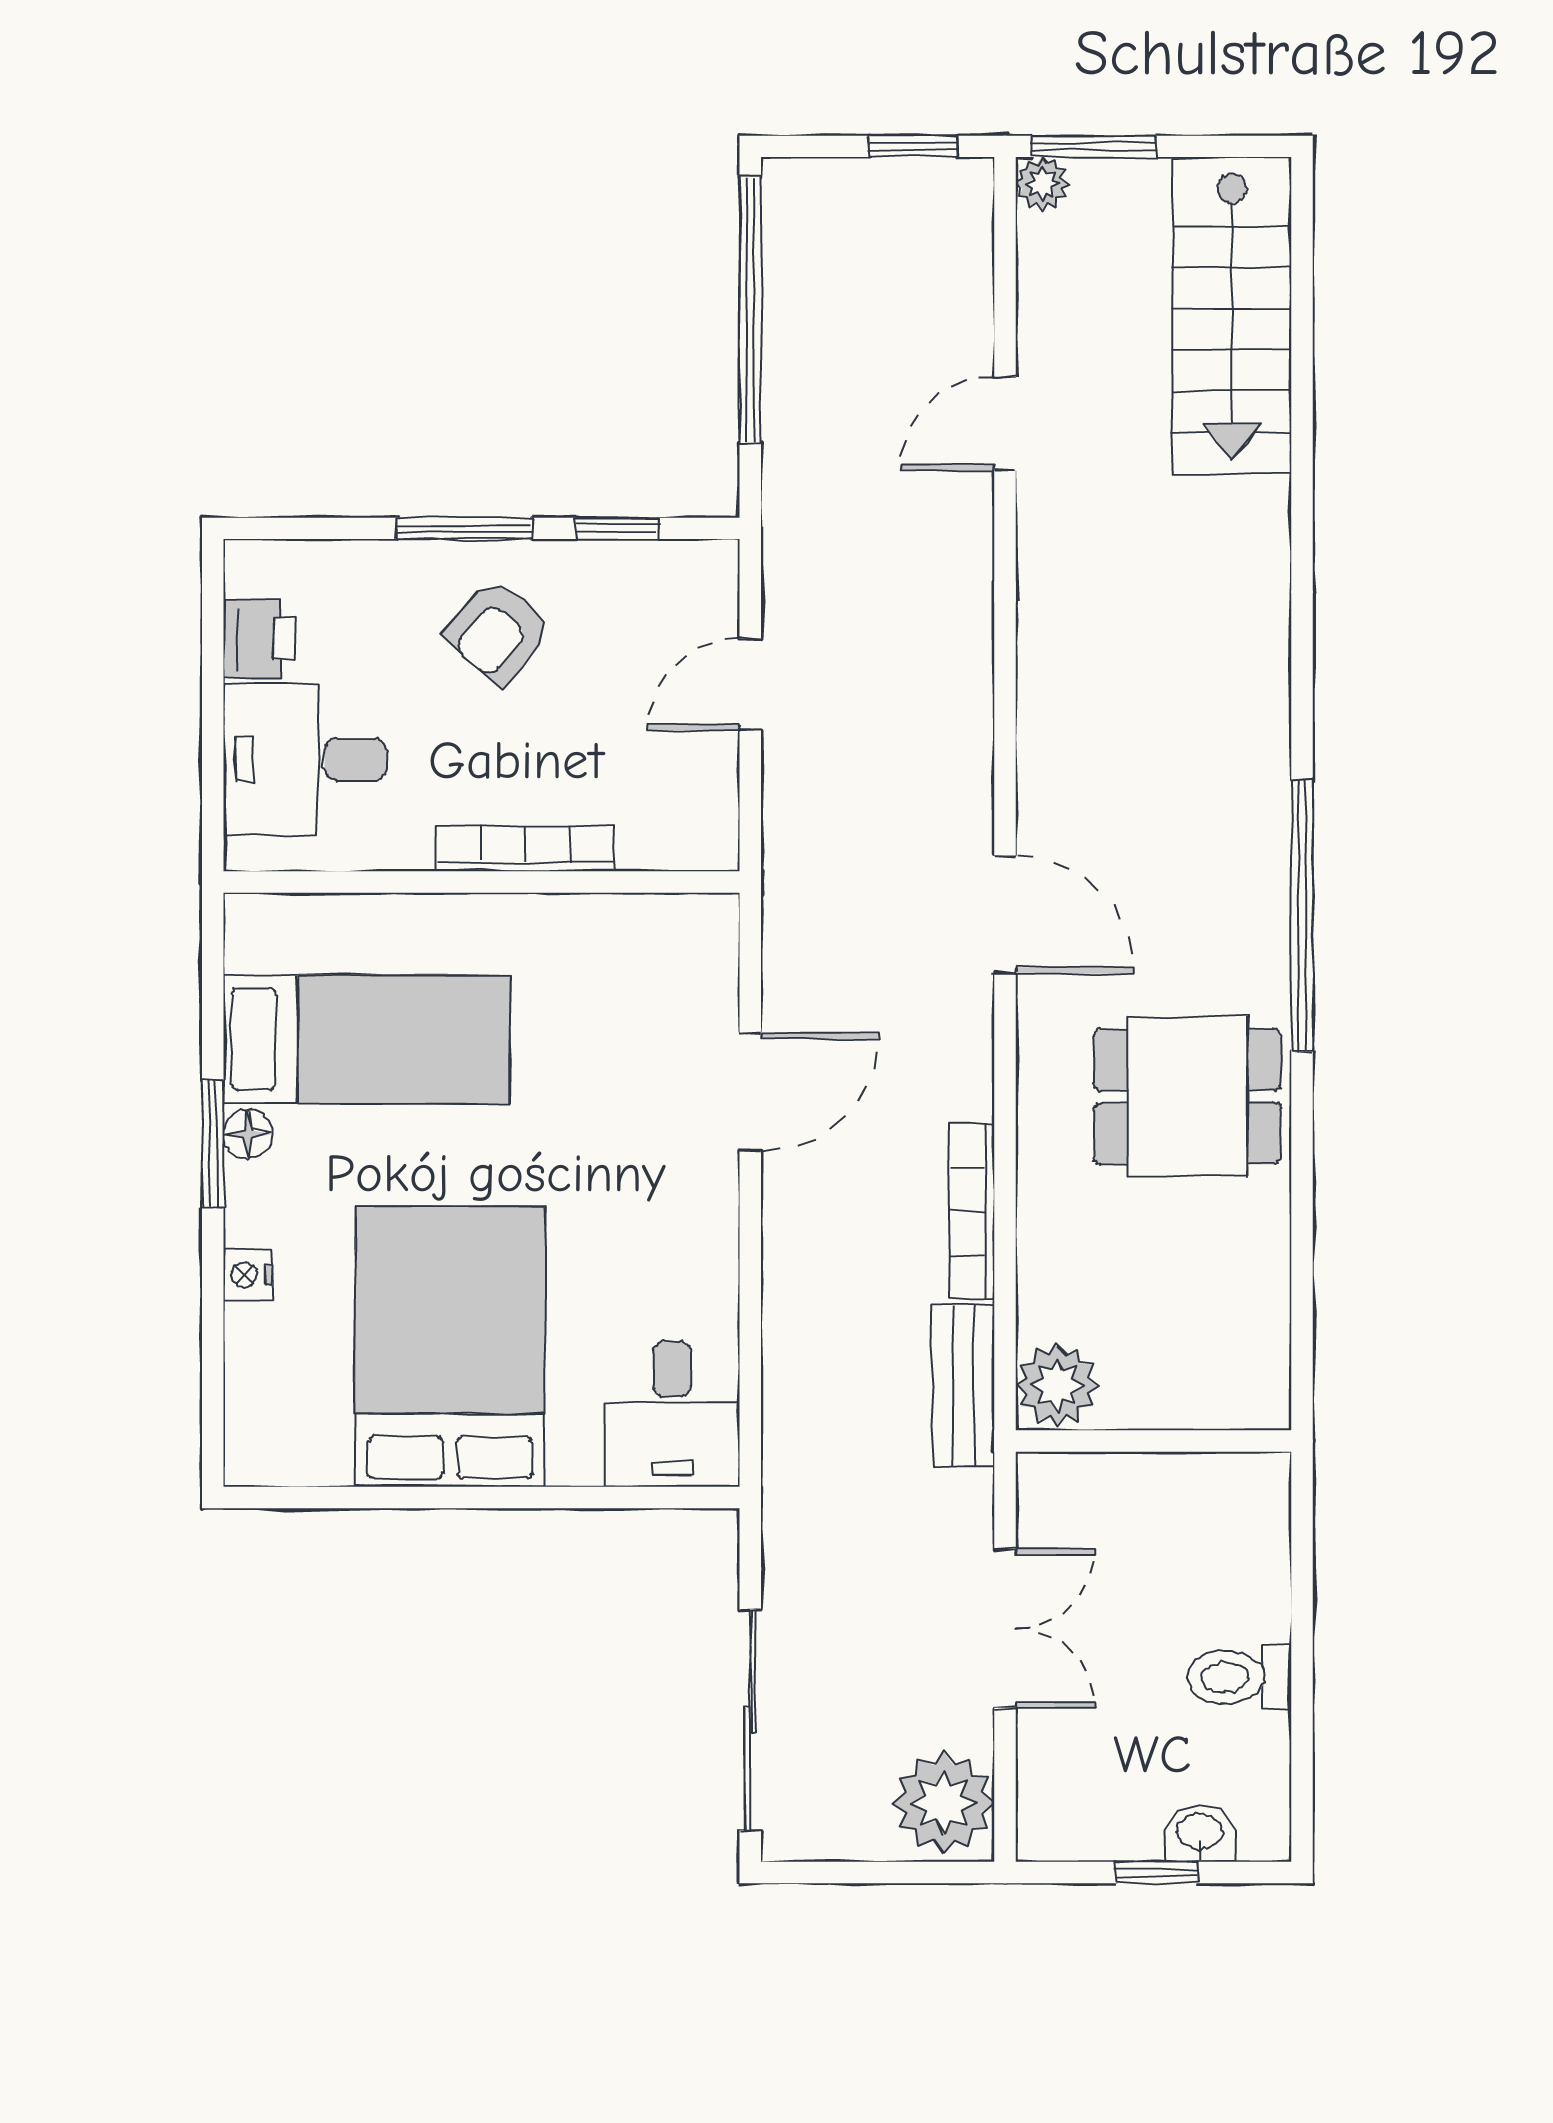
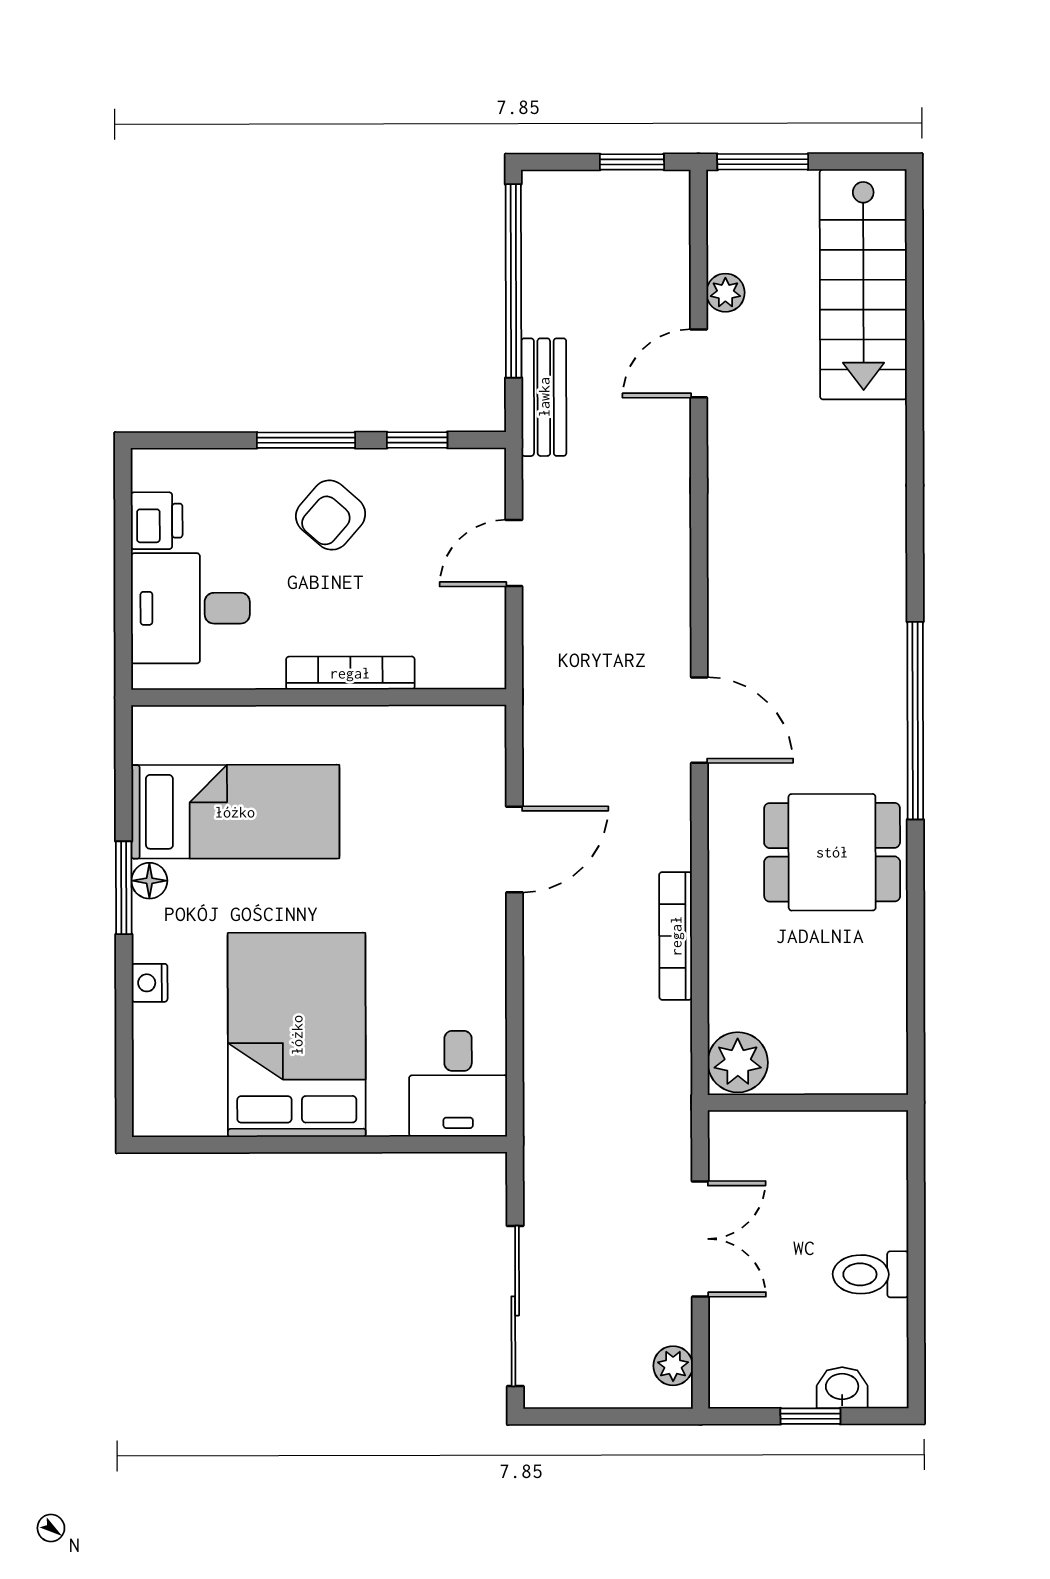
plant: (1042, 183) -> (725, 293), moved
bench: (963, 1386) -> (544, 397), moved
plant: (944, 1803) -> (673, 1366), width x0.53, depth x0.53

